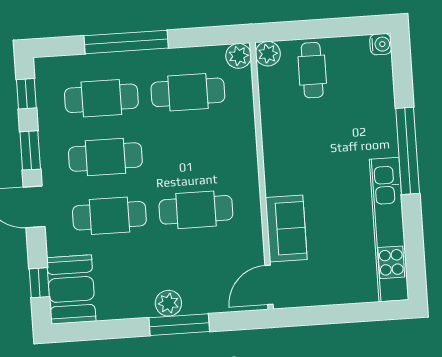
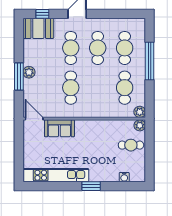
water cooler: (381, 44) -> (124, 177), moved
window: (26, 94) -> (129, 14), removed
window: (30, 150) -> (103, 14), removed
window: (408, 151) -> (91, 186), width x0.47

